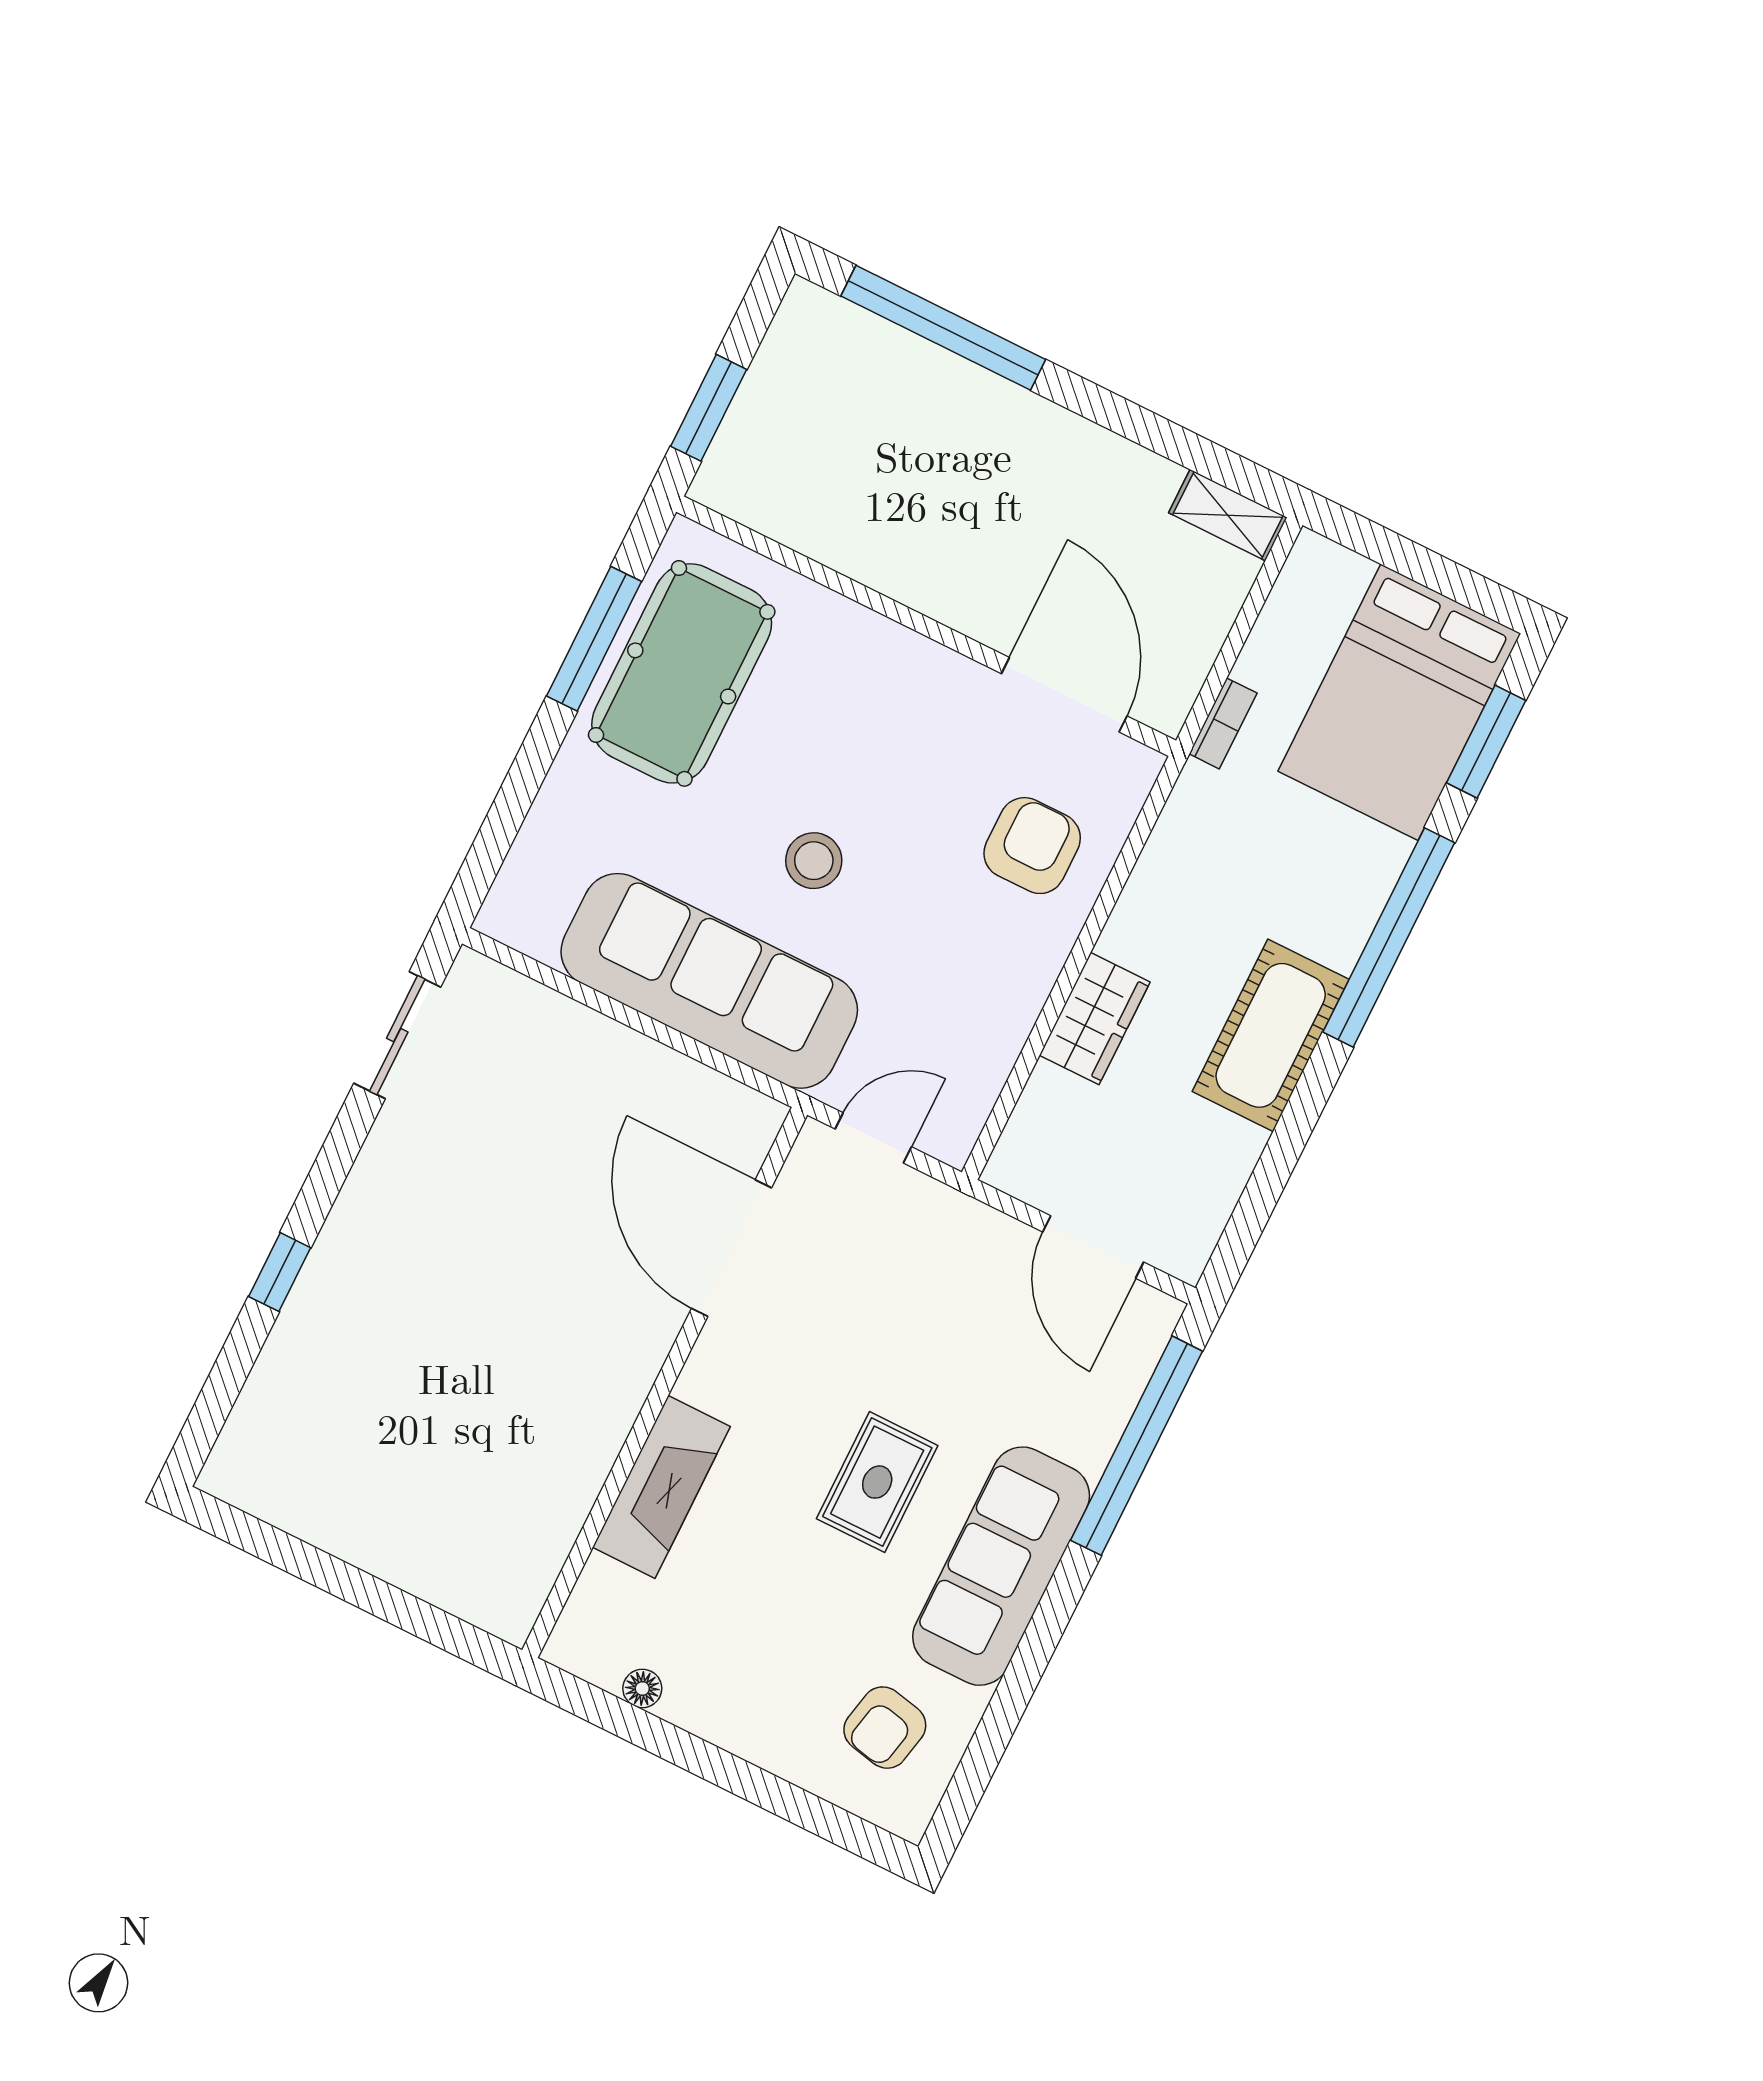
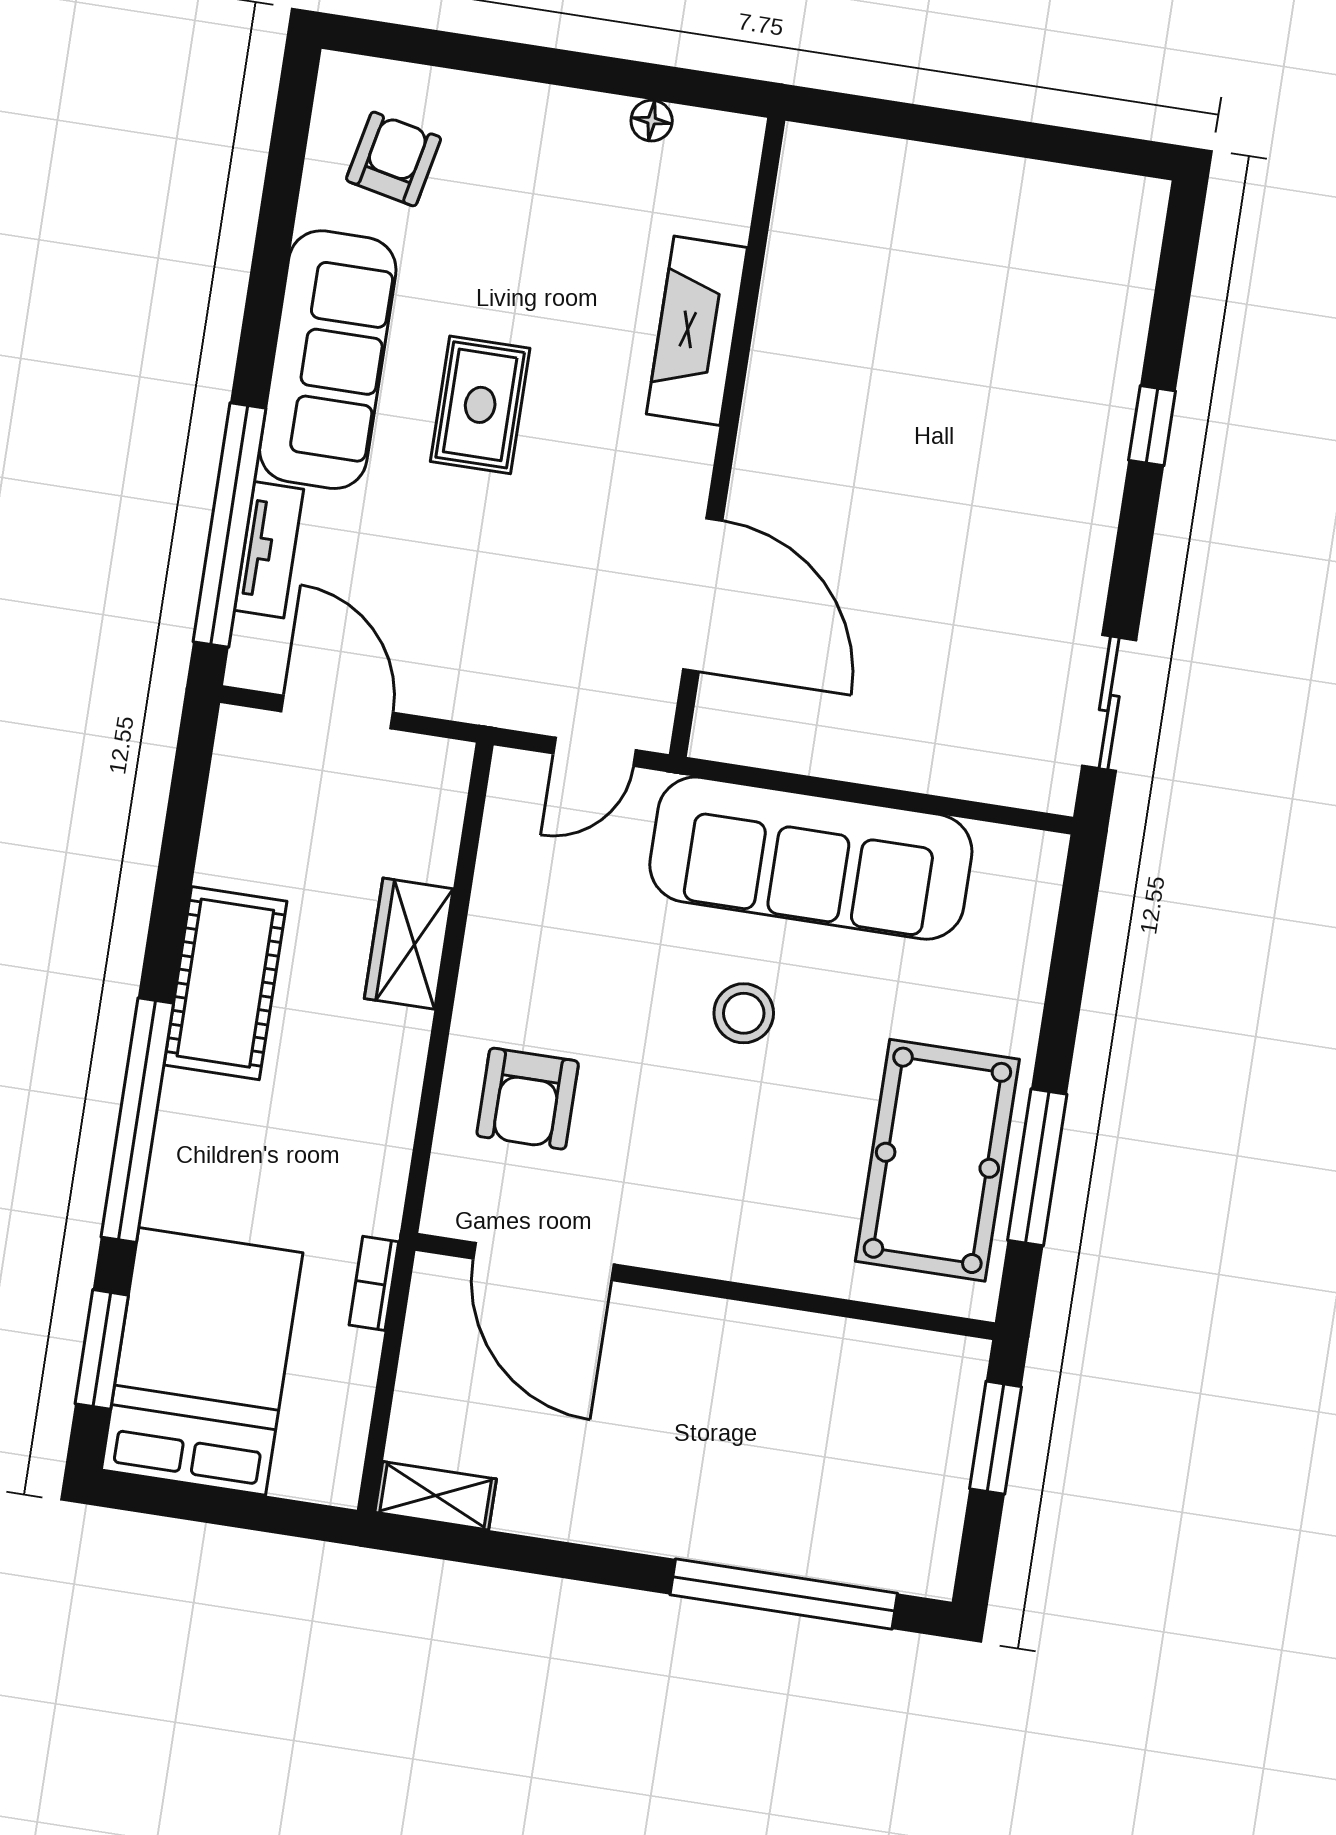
tv unit: (1108, 1412) -> (269, 550), added

